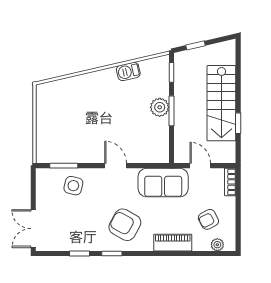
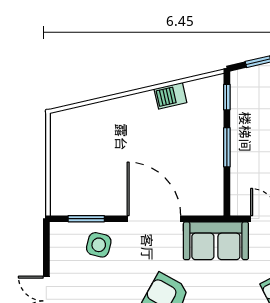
plant: (160, 107) -> (211, 143), removed
door: (116, 166) -> (154, 219), width x1.88

